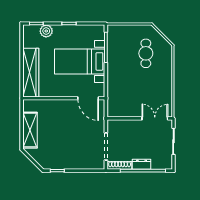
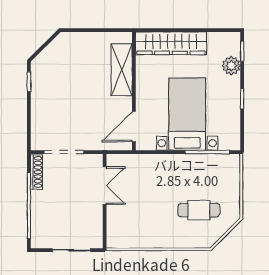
double door: (155, 118) -> (105, 186), moved
shelving: (30, 130) -> (122, 70), moved, turned 90
dresser: (142, 164) -> (38, 204), removed

